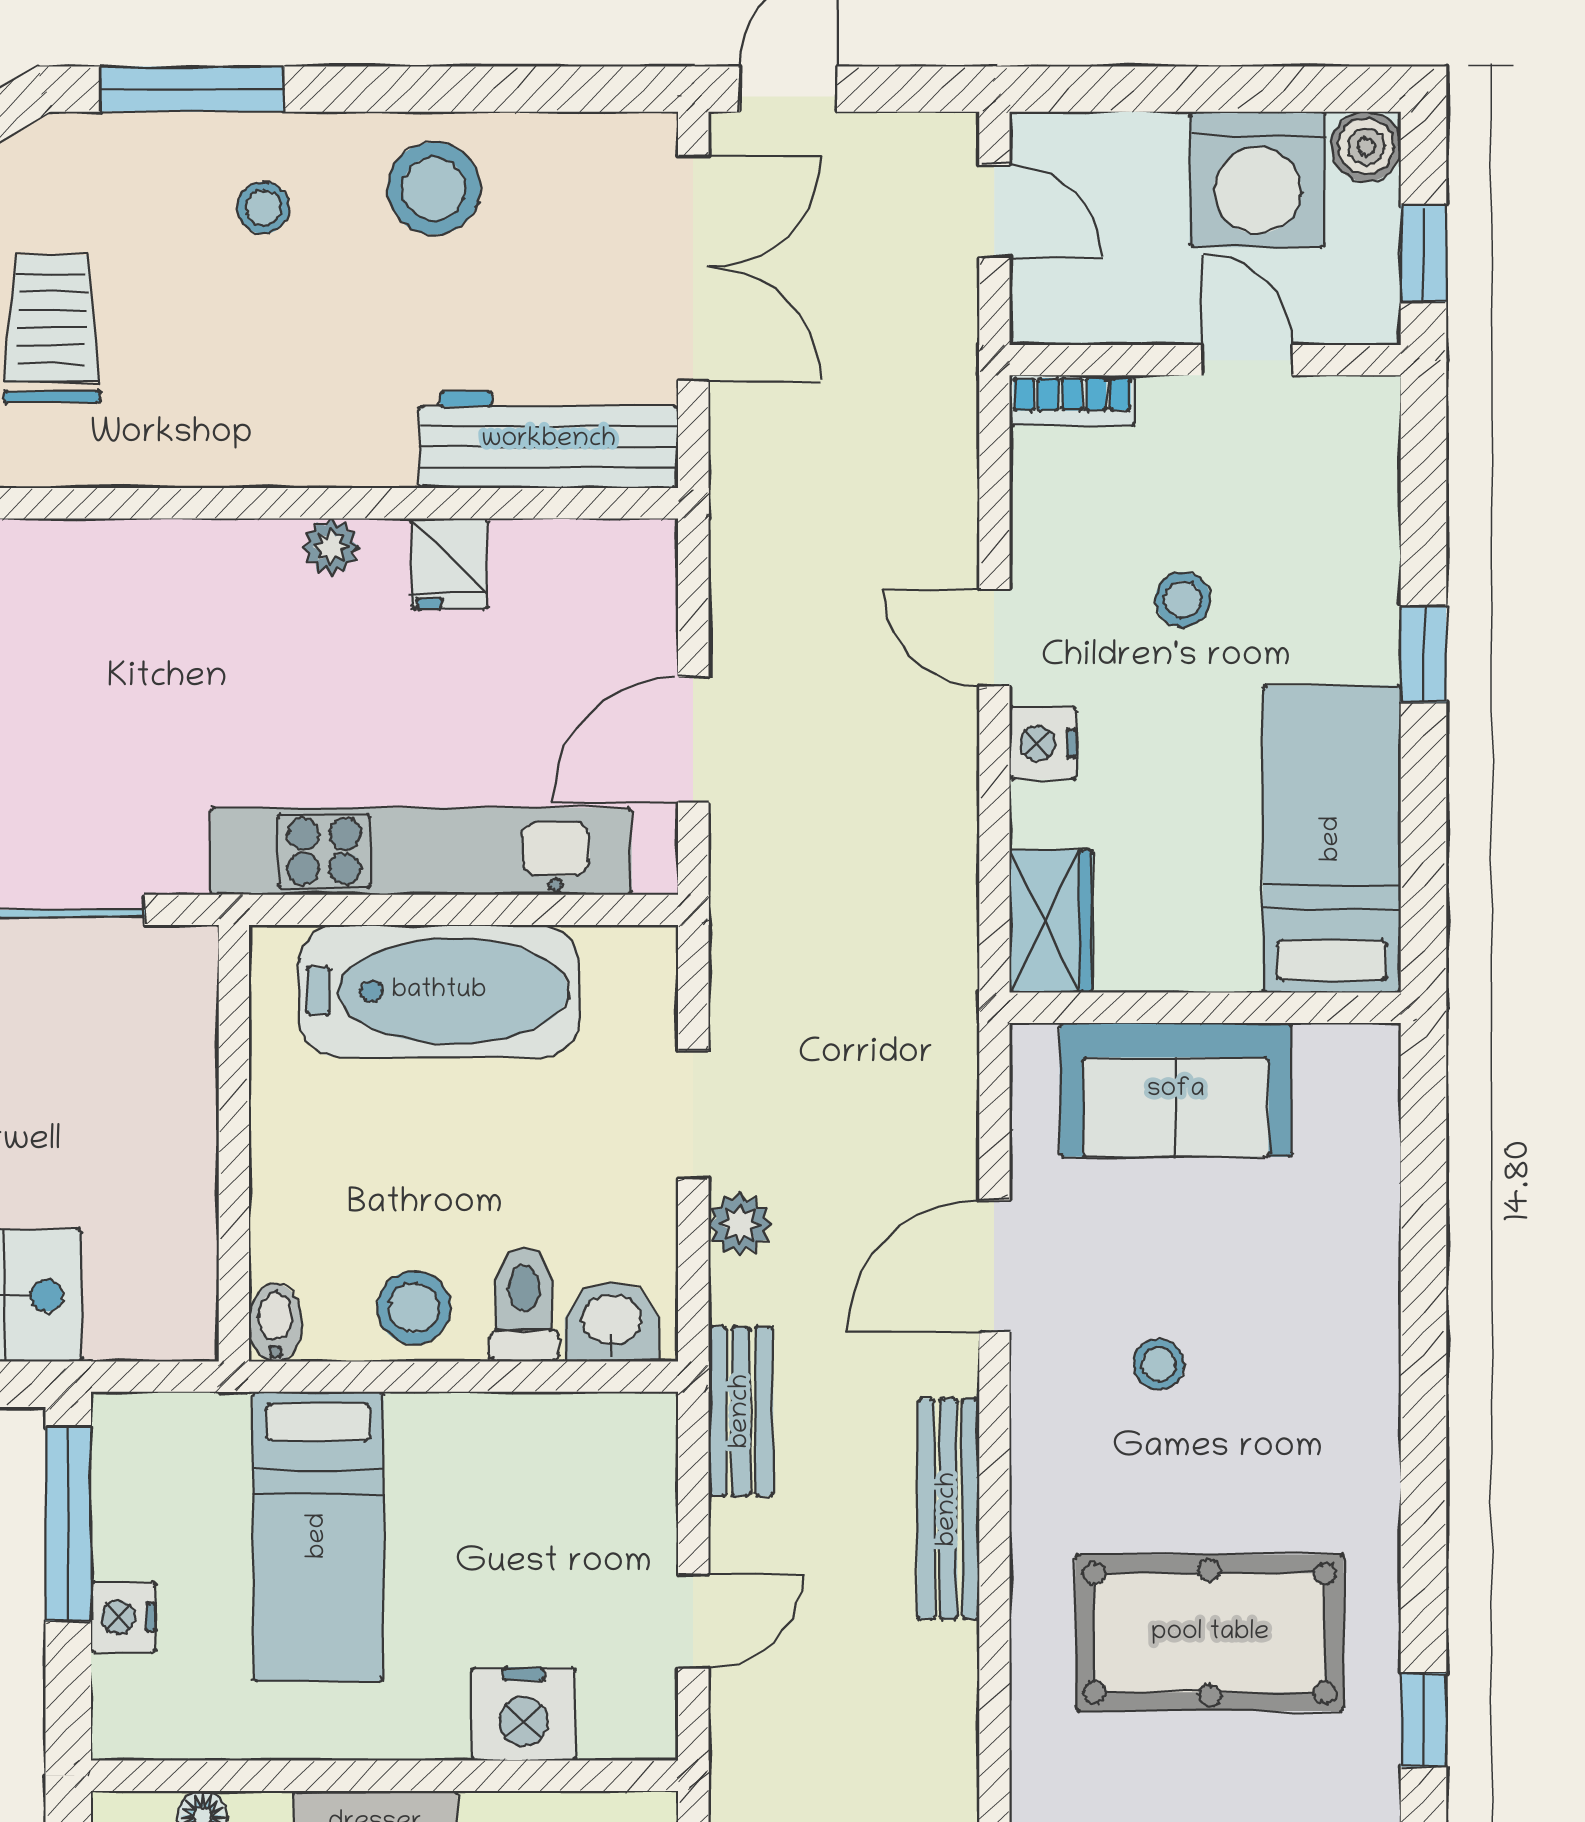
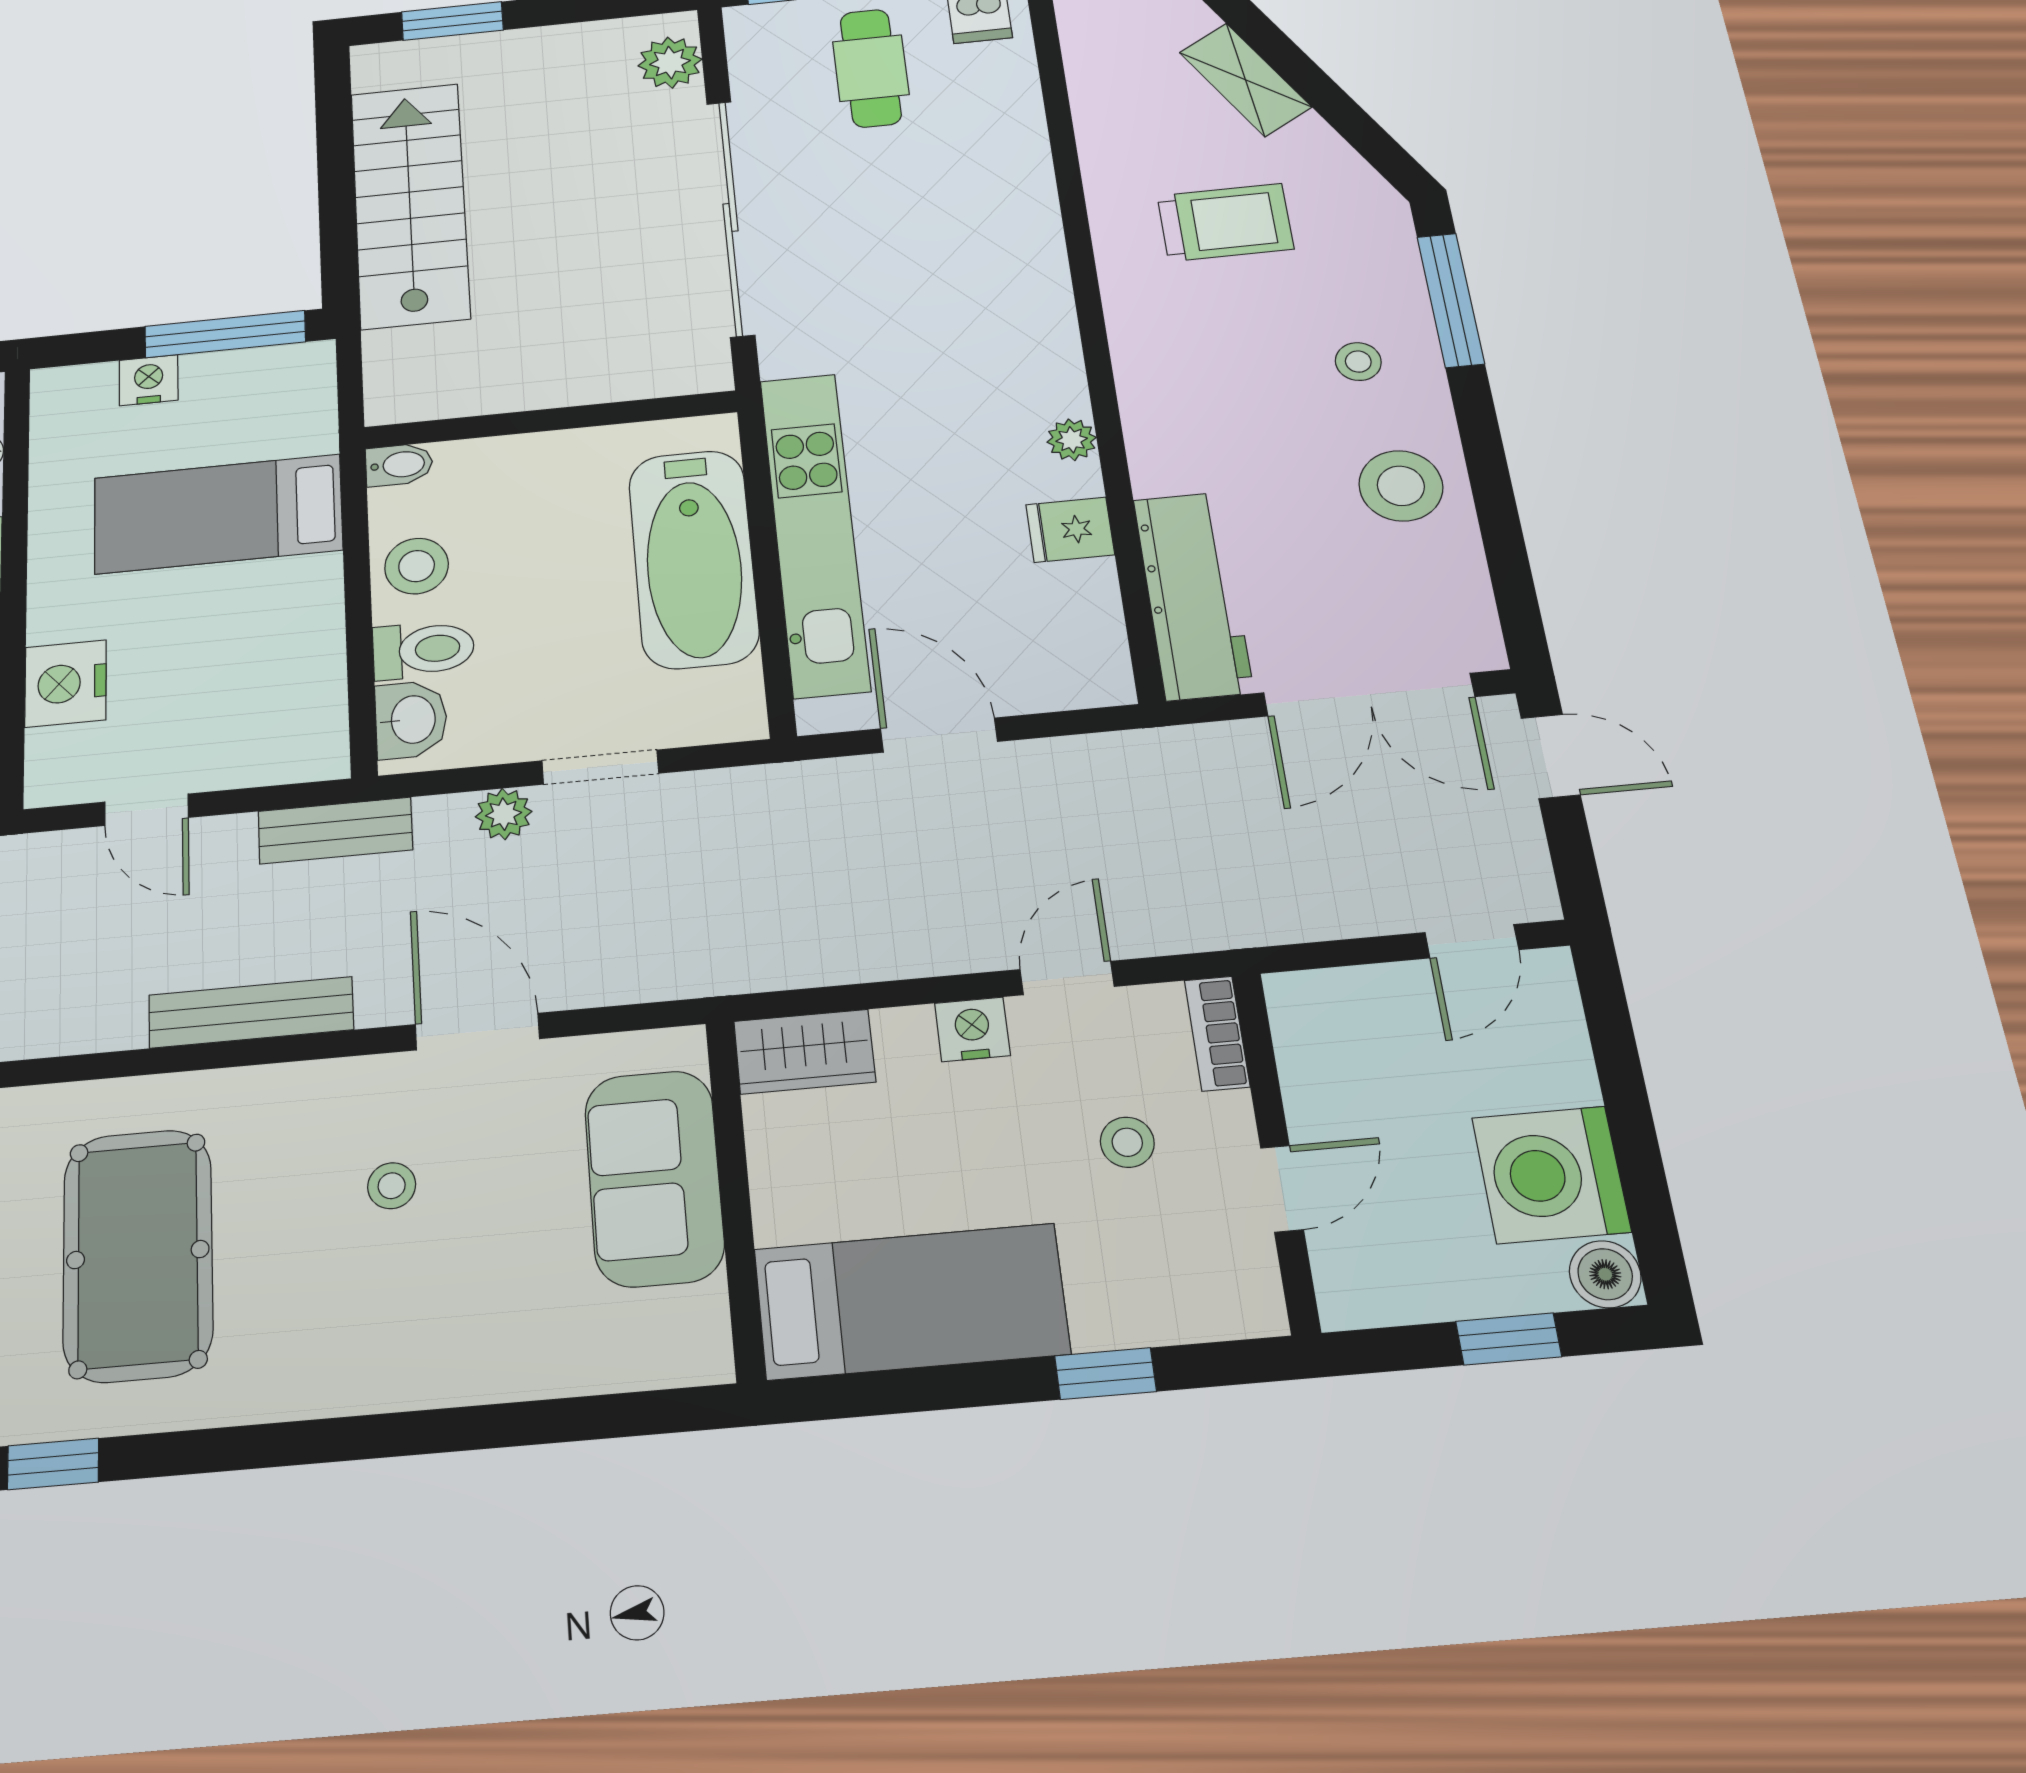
wall: (1205, 360) -> (1276, 1150), moved
door: (1247, 360) -> (1282, 1189), moved
bookcase: (1072, 400) -> (1217, 1033), moved

